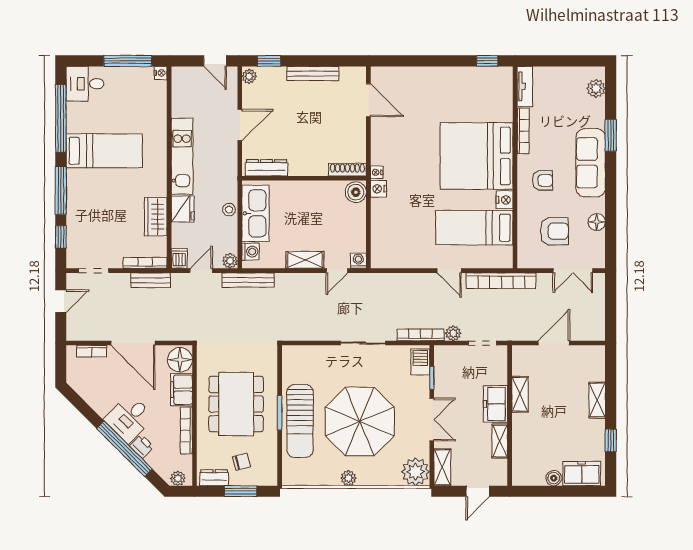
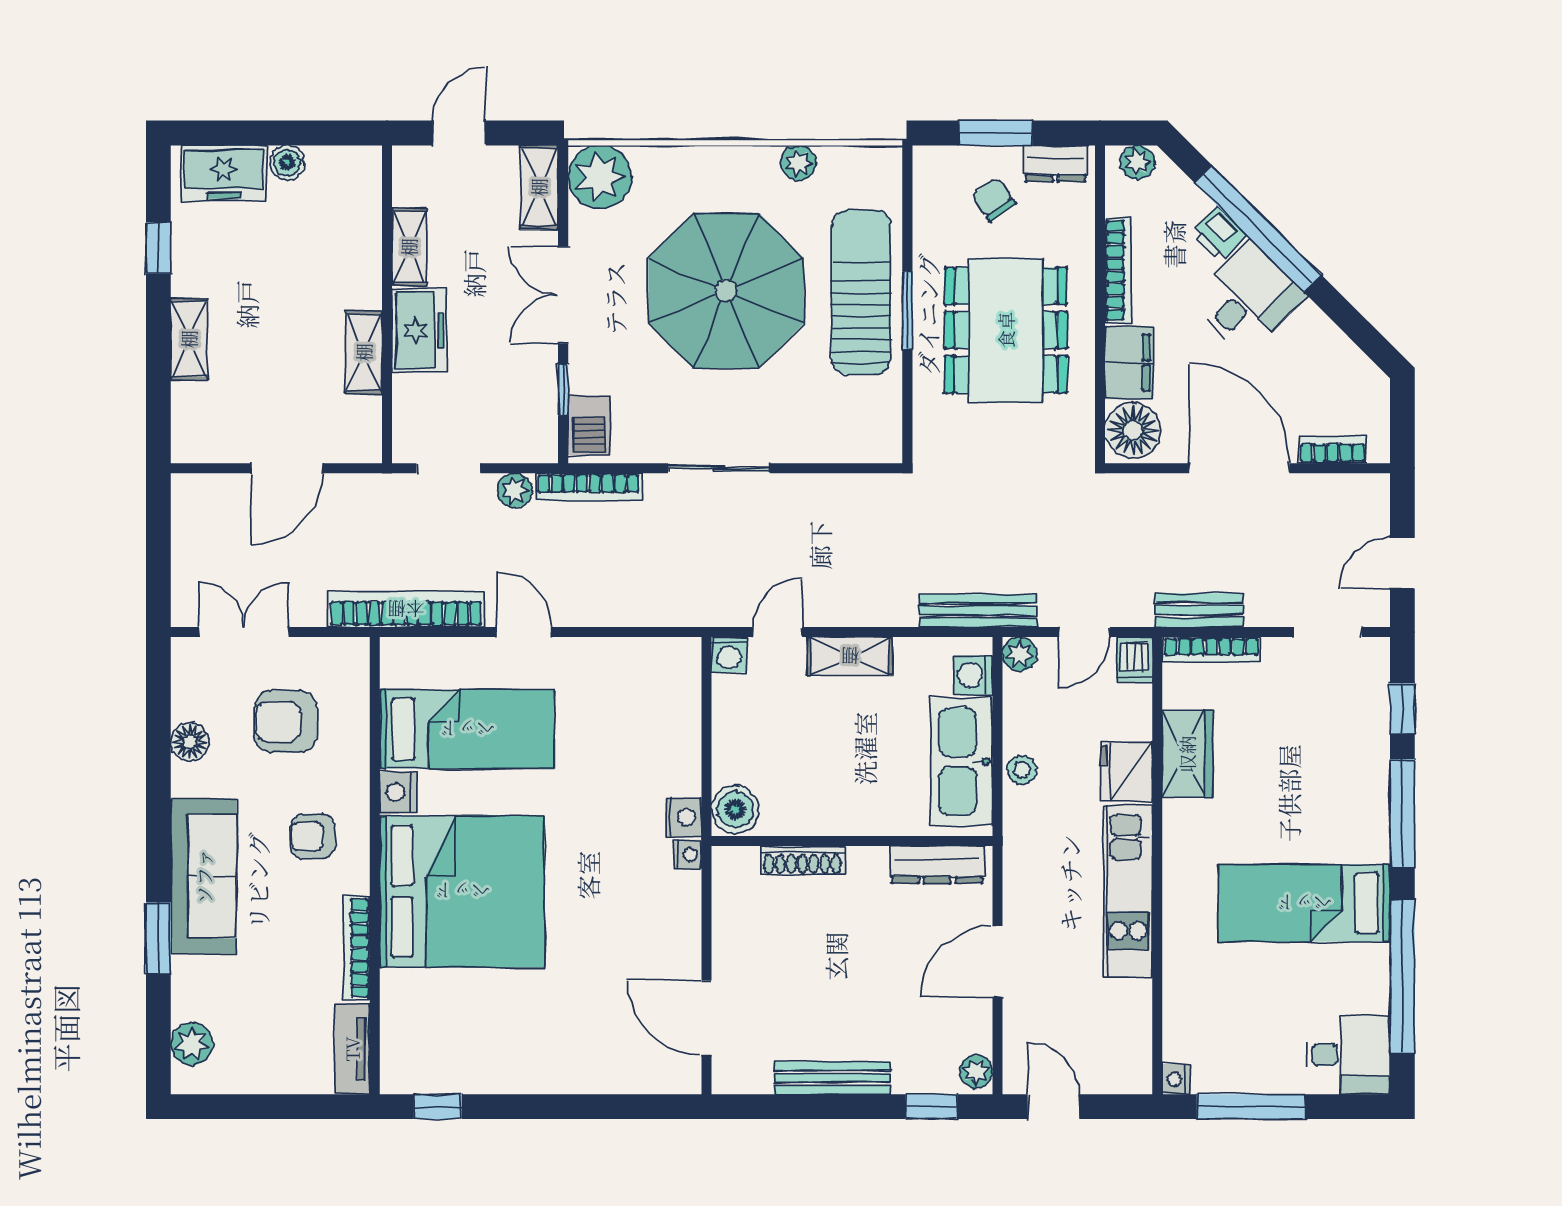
shoe rack: (347, 170) -> (802, 860), moved
chair: (241, 462) -> (994, 200), turned 69
plant: (348, 478) -> (798, 163), moved

